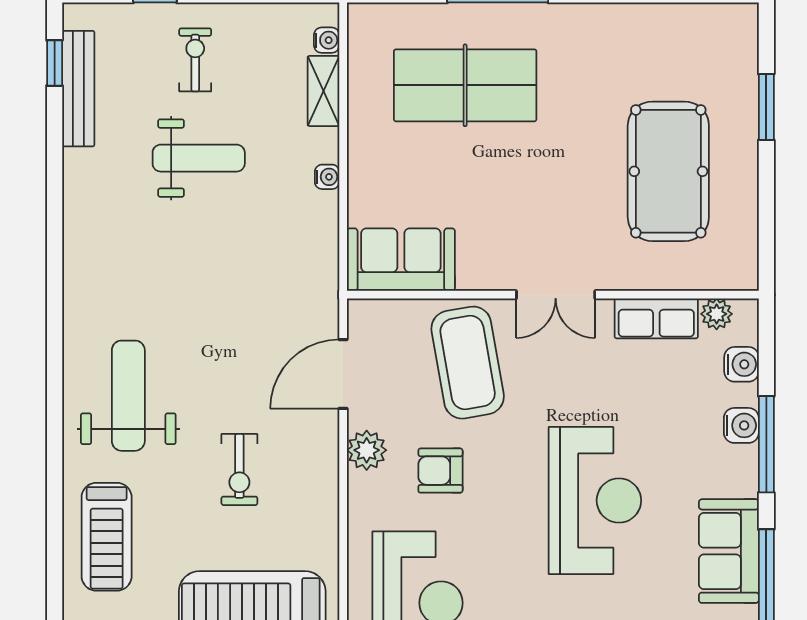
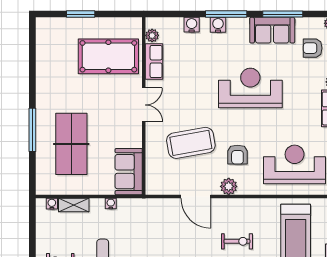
sofa: (401, 260) -> (129, 172), moved
wall: (553, 295) -> (144, 106), moved
double door: (556, 295) -> (144, 105), moved
plant: (717, 314) -> (152, 35), moved
row of seats: (656, 318) -> (154, 61), moved

